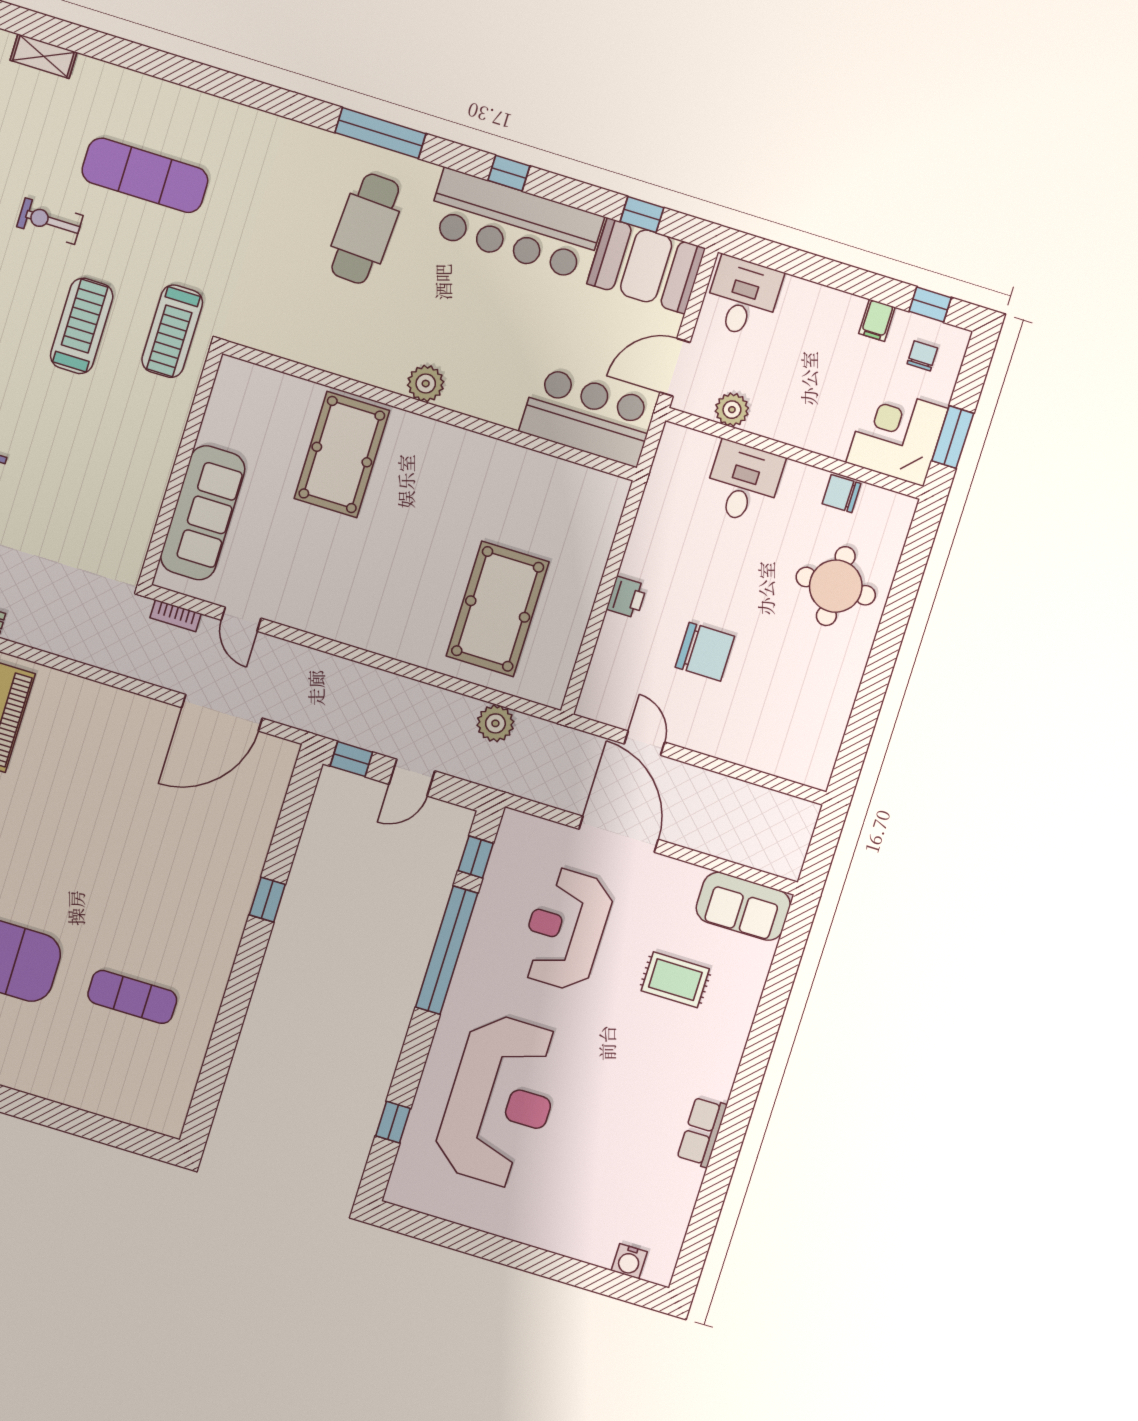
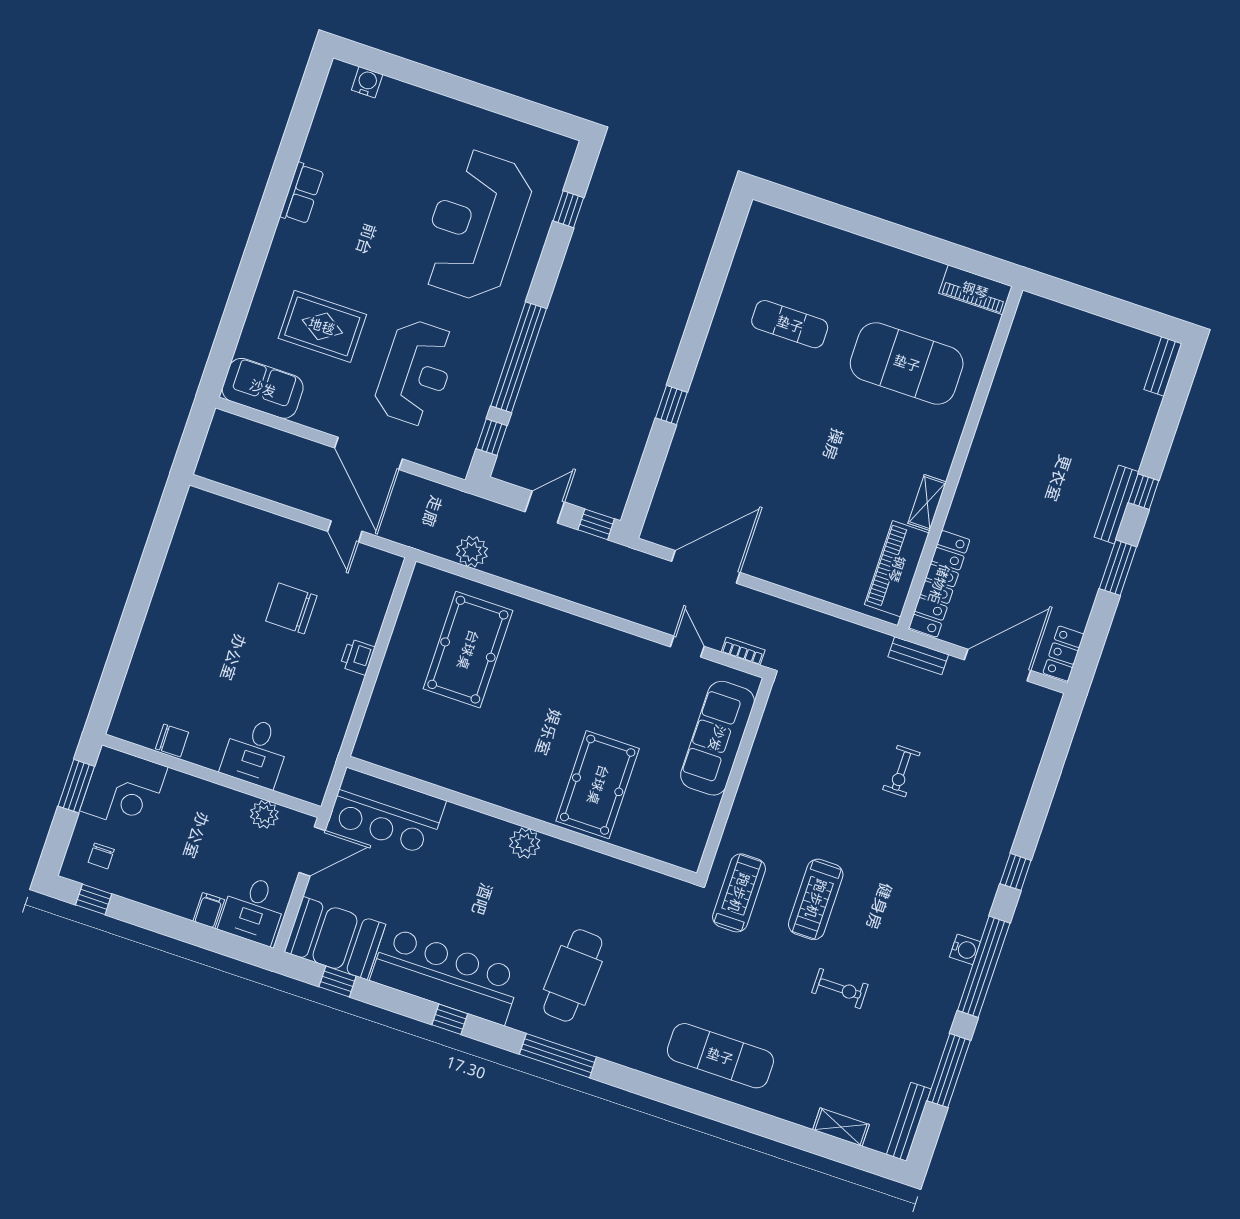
exercise mat: (145, 175) -> (720, 1056), moved
filing cabinet: (877, 320) -> (209, 910), moved
round table: (836, 586) -> (178, 662), removed
rug: (675, 980) -> (322, 326), width x1.36, depth x1.43

